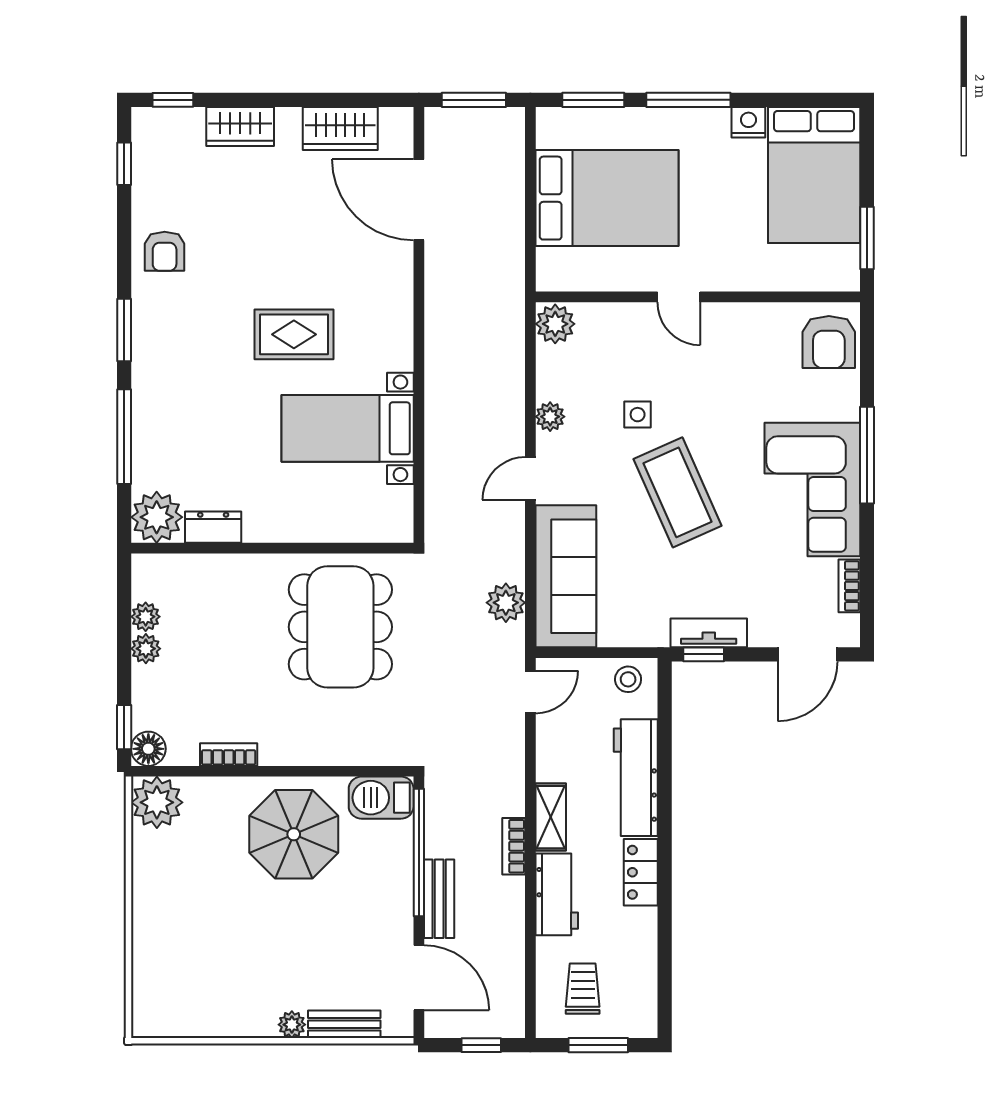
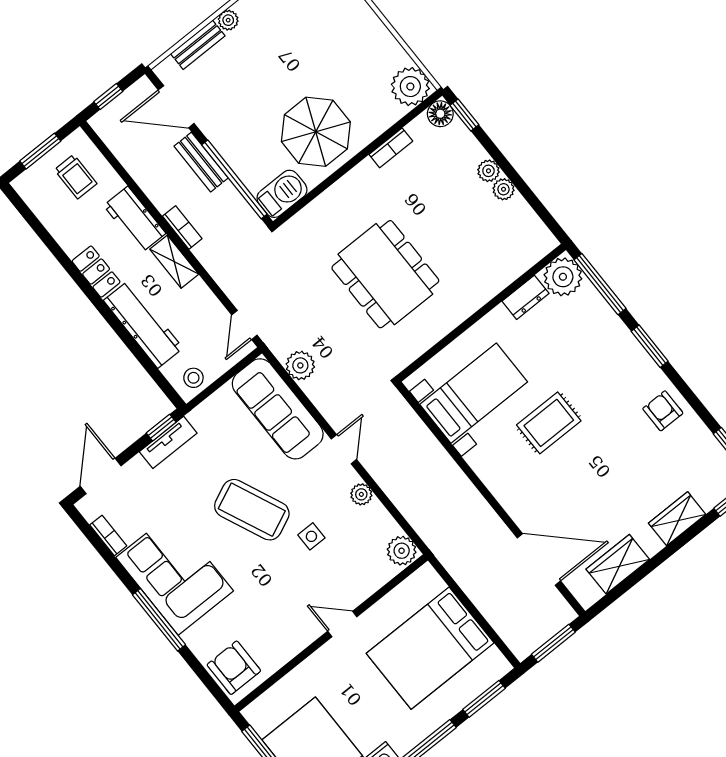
plant: (157, 517) -> (563, 277), moved
dresser: (213, 527) -> (525, 297), moved
wall: (272, 548) -> (481, 313), moved

